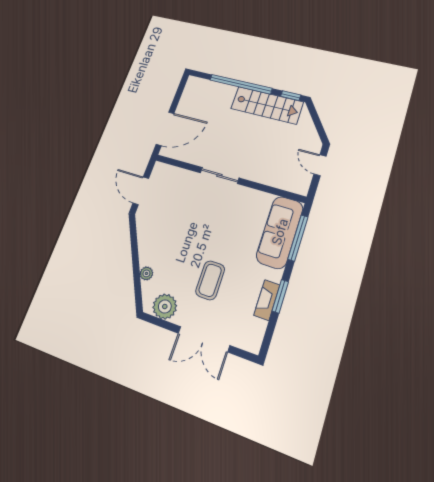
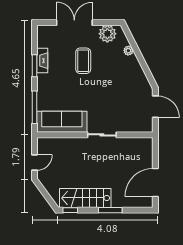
window: (241, 84) -> (110, 210), width x0.47
door: (165, 129) -> (155, 182), moved
door: (320, 165) -> (34, 163), hinge flipped
sofa: (280, 232) -> (62, 122), moved, turned -90

